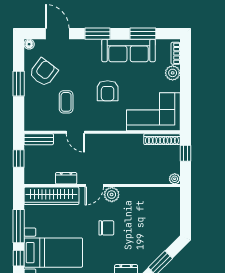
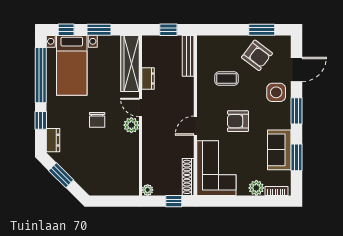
floor lamp: (29, 44) -> (286, 40), removed
sofa: (129, 50) -> (279, 150), width x0.73
side table: (80, 54) -> (276, 92), added
window: (19, 84) -> (262, 30), moved
door: (75, 132) -> (195, 126), moved
bench: (39, 139) -> (188, 56), width x1.36
window: (19, 226) -> (99, 30), width x0.69

